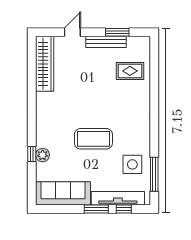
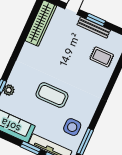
window: (117, 32) -> (96, 20), moved

